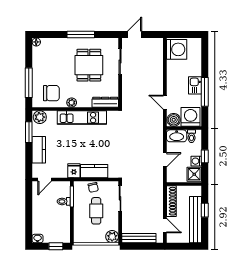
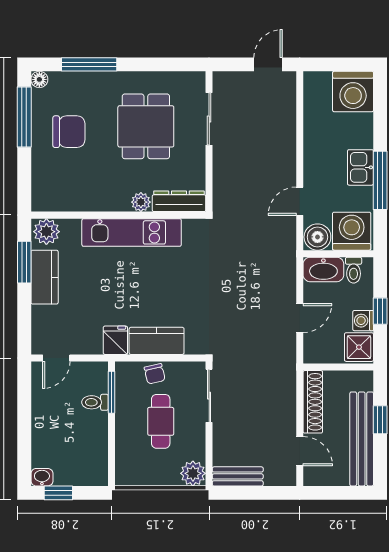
window: (81, 34) -> (89, 64), moved
door: (135, 34) -> (268, 64), moved
washing machine: (177, 49) -> (353, 91), moved, turned 90
window: (29, 83) -> (24, 117), moved
chair: (51, 93) -> (69, 132), moved
door: (165, 102) -> (300, 201), hinge flipped
plant: (72, 103) -> (141, 202), moved
kitchen counter: (39, 150) -> (45, 277), moved
bench: (139, 238) -> (238, 476), width x0.73
window: (56, 246) -> (58, 493), moved

